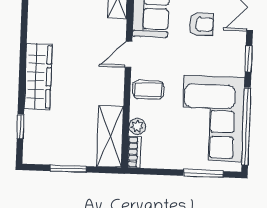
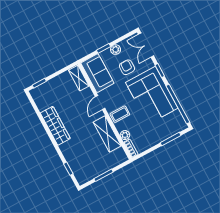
armchair: (201, 24) -> (127, 67), turned -90
wardrobe: (38, 76) -> (55, 126), moved
corner sofa: (213, 118) -> (152, 95), moved
shelving: (110, 136) -> (107, 134), moved

